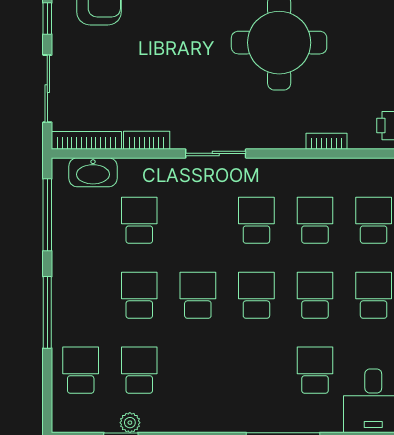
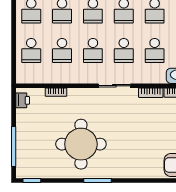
school desk: (198, 220) -> (124, 51), added

